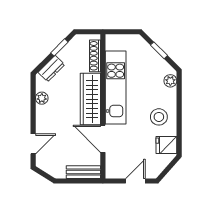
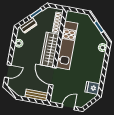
stool: (159, 117) -> (91, 69), removed

